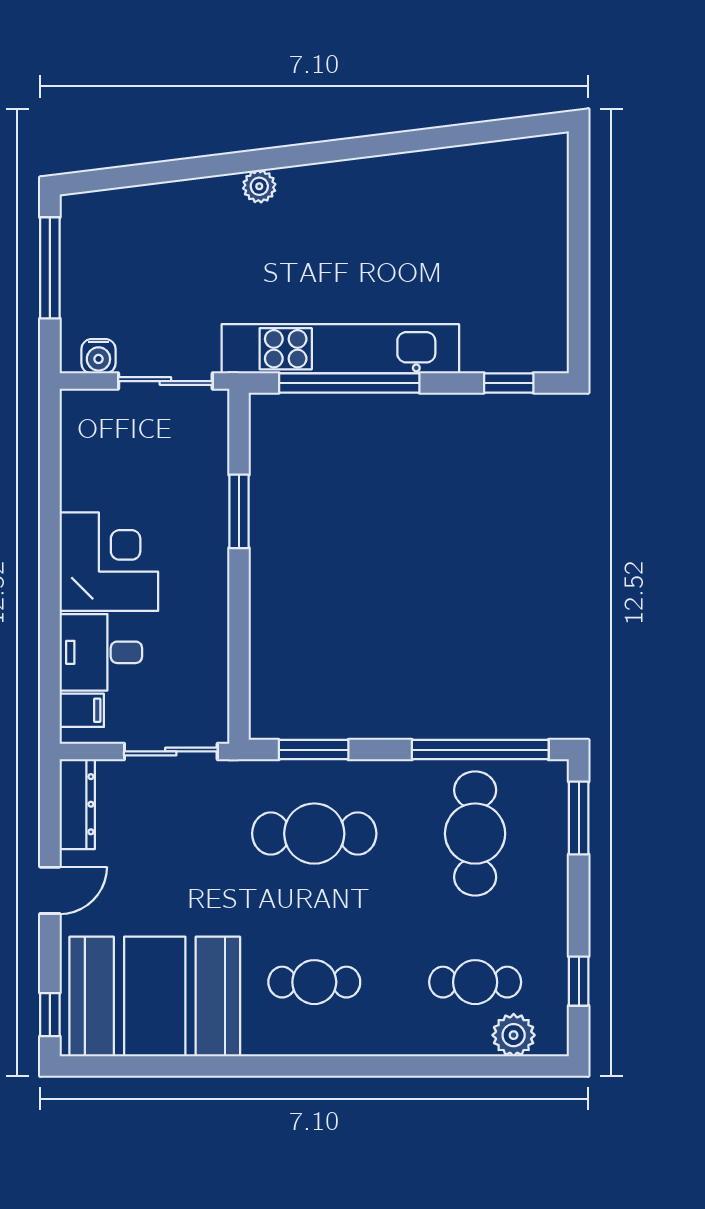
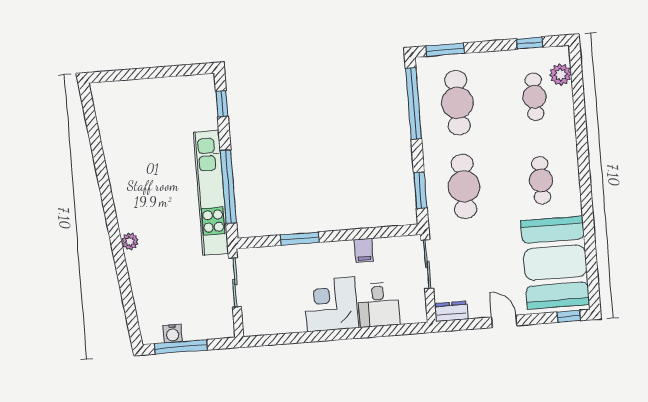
water cooler: (98, 356) -> (173, 334), moved, turned 90
filing cabinet: (82, 710) -> (364, 250), moved, turned 180
dresser: (77, 804) -> (451, 311), width x0.70
cafe table: (475, 834) -> (457, 103), turned 90

